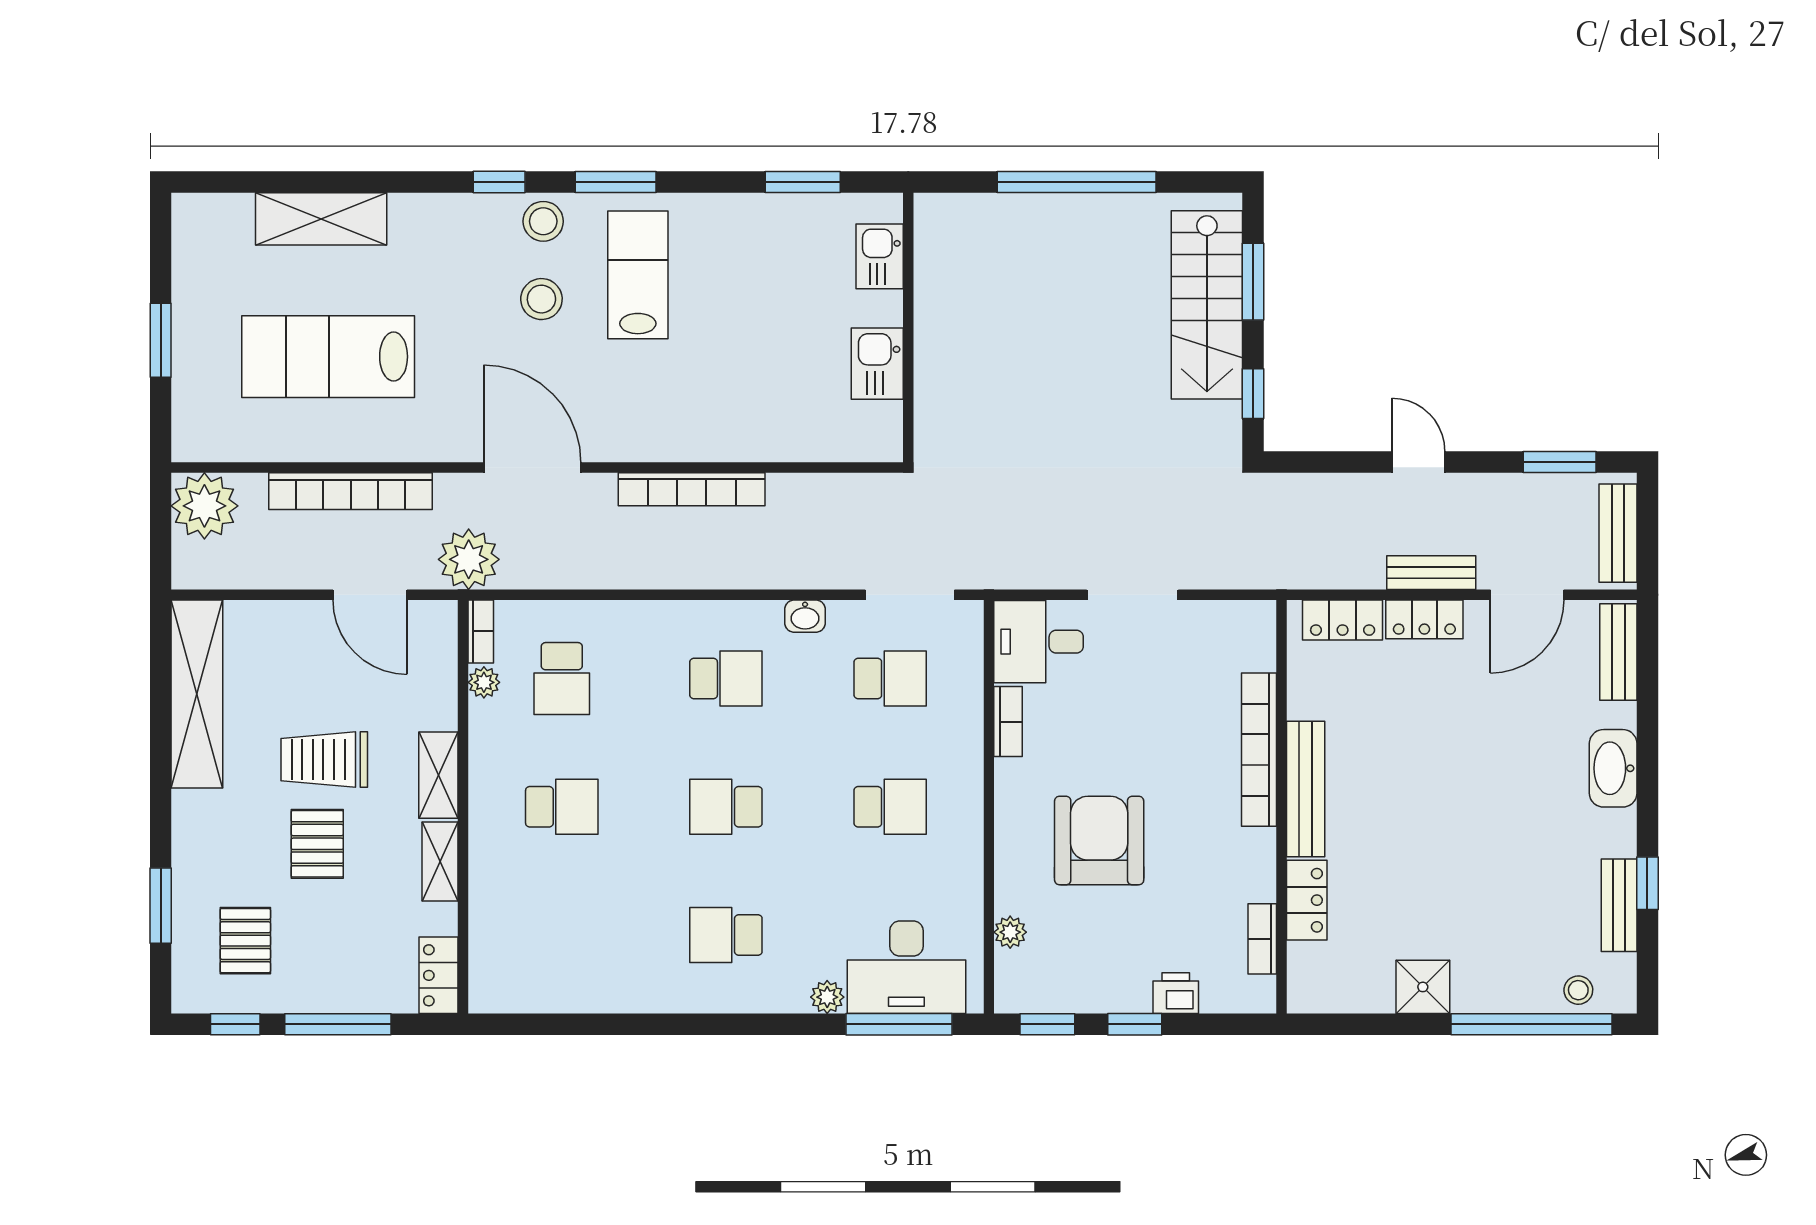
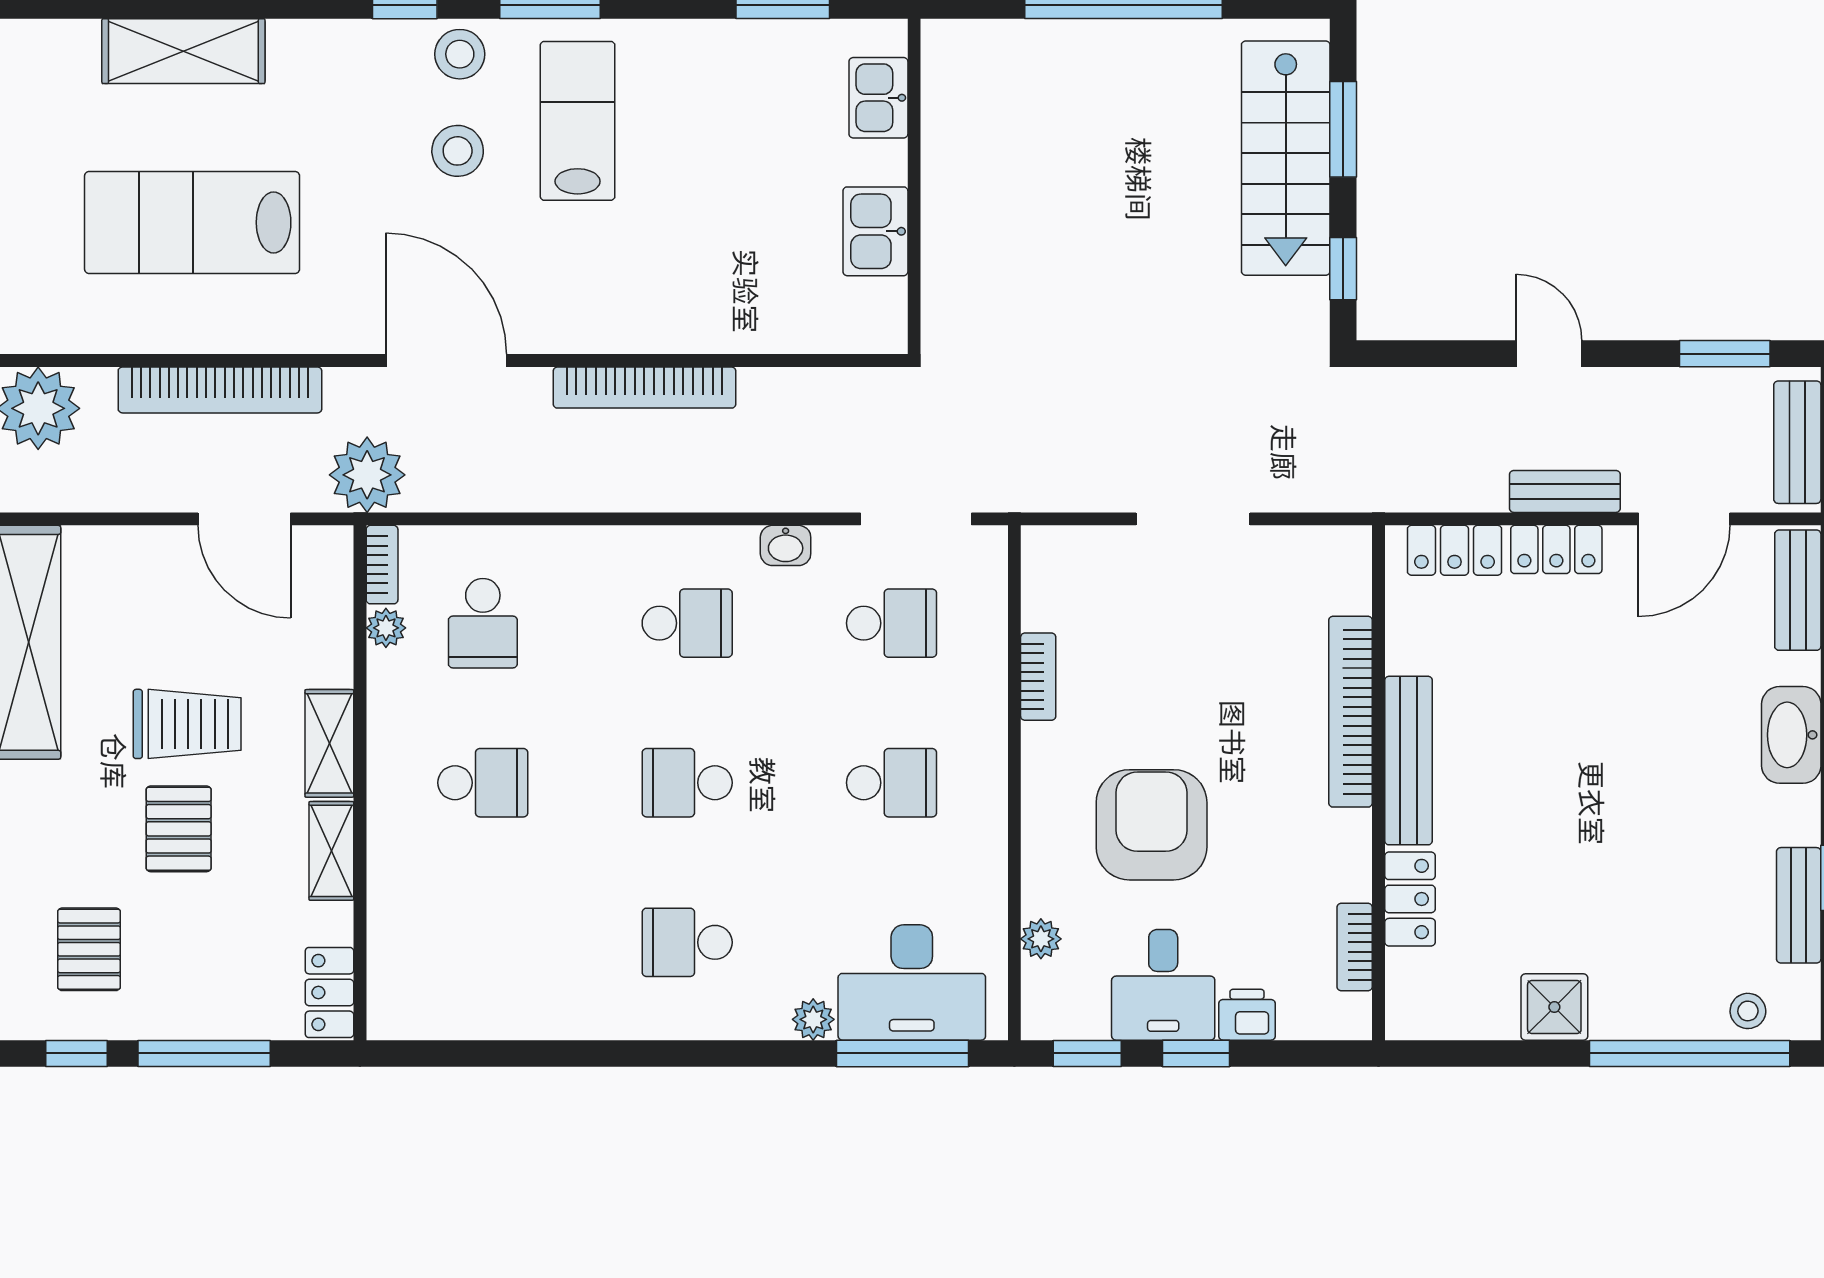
desk: (1039, 642) -> (1163, 985), moved, turned -90
trolley: (324, 760) -> (187, 724), turned 180

